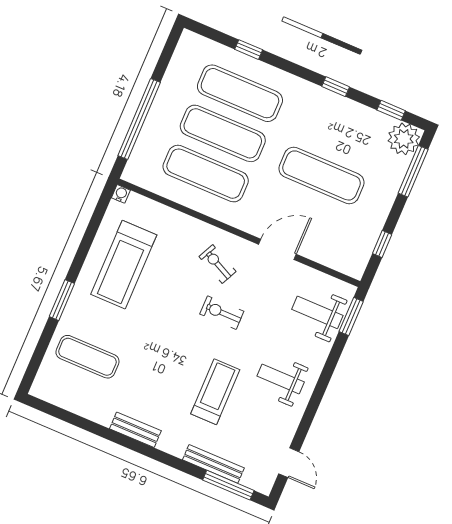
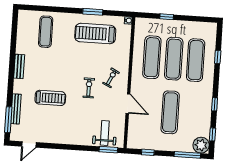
window: (139, 119) -> (167, 17), width x0.32
window: (62, 300) -> (93, 12), moved
weight bench: (281, 379) -> (67, 127), removed

